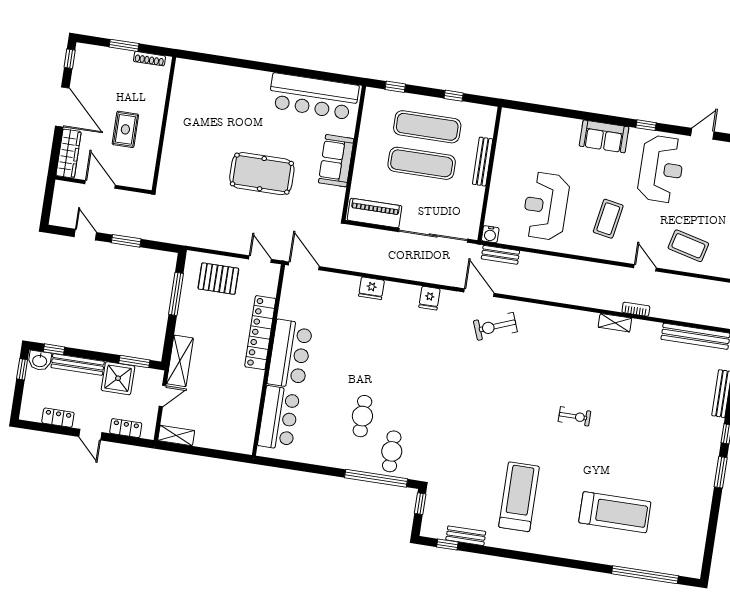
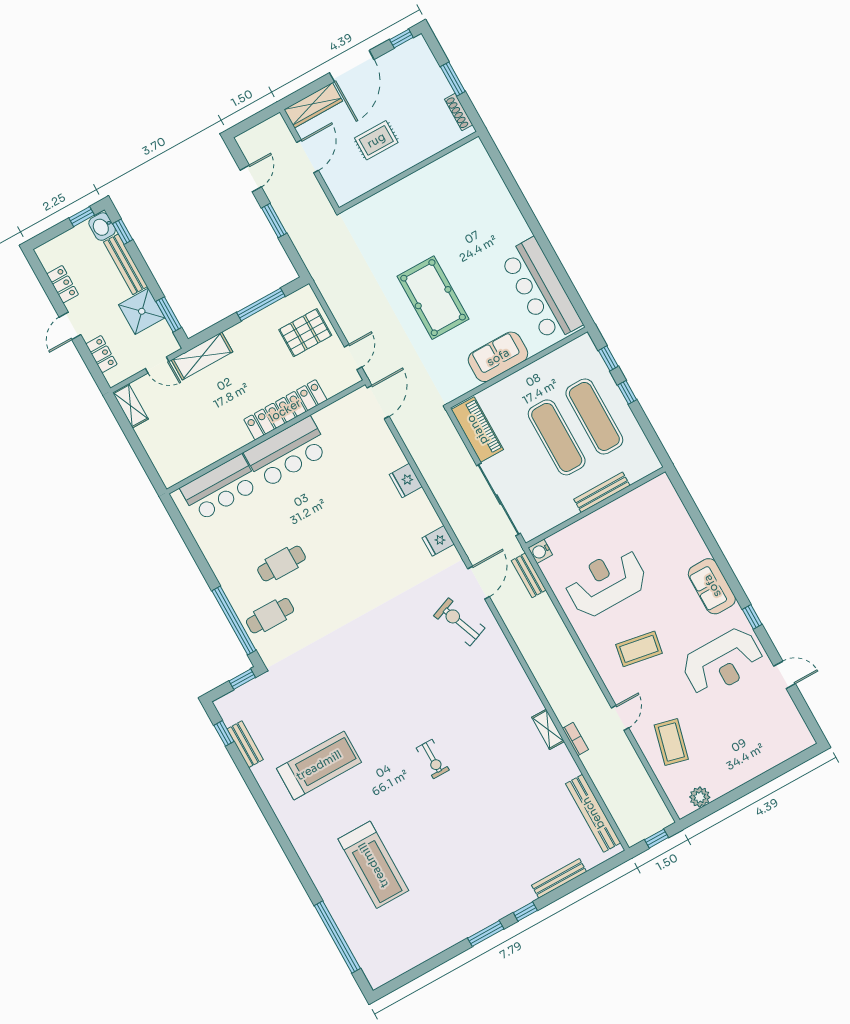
window: (454, 96) -> (627, 392), moved
pallet: (218, 279) -> (305, 333), turned 90

